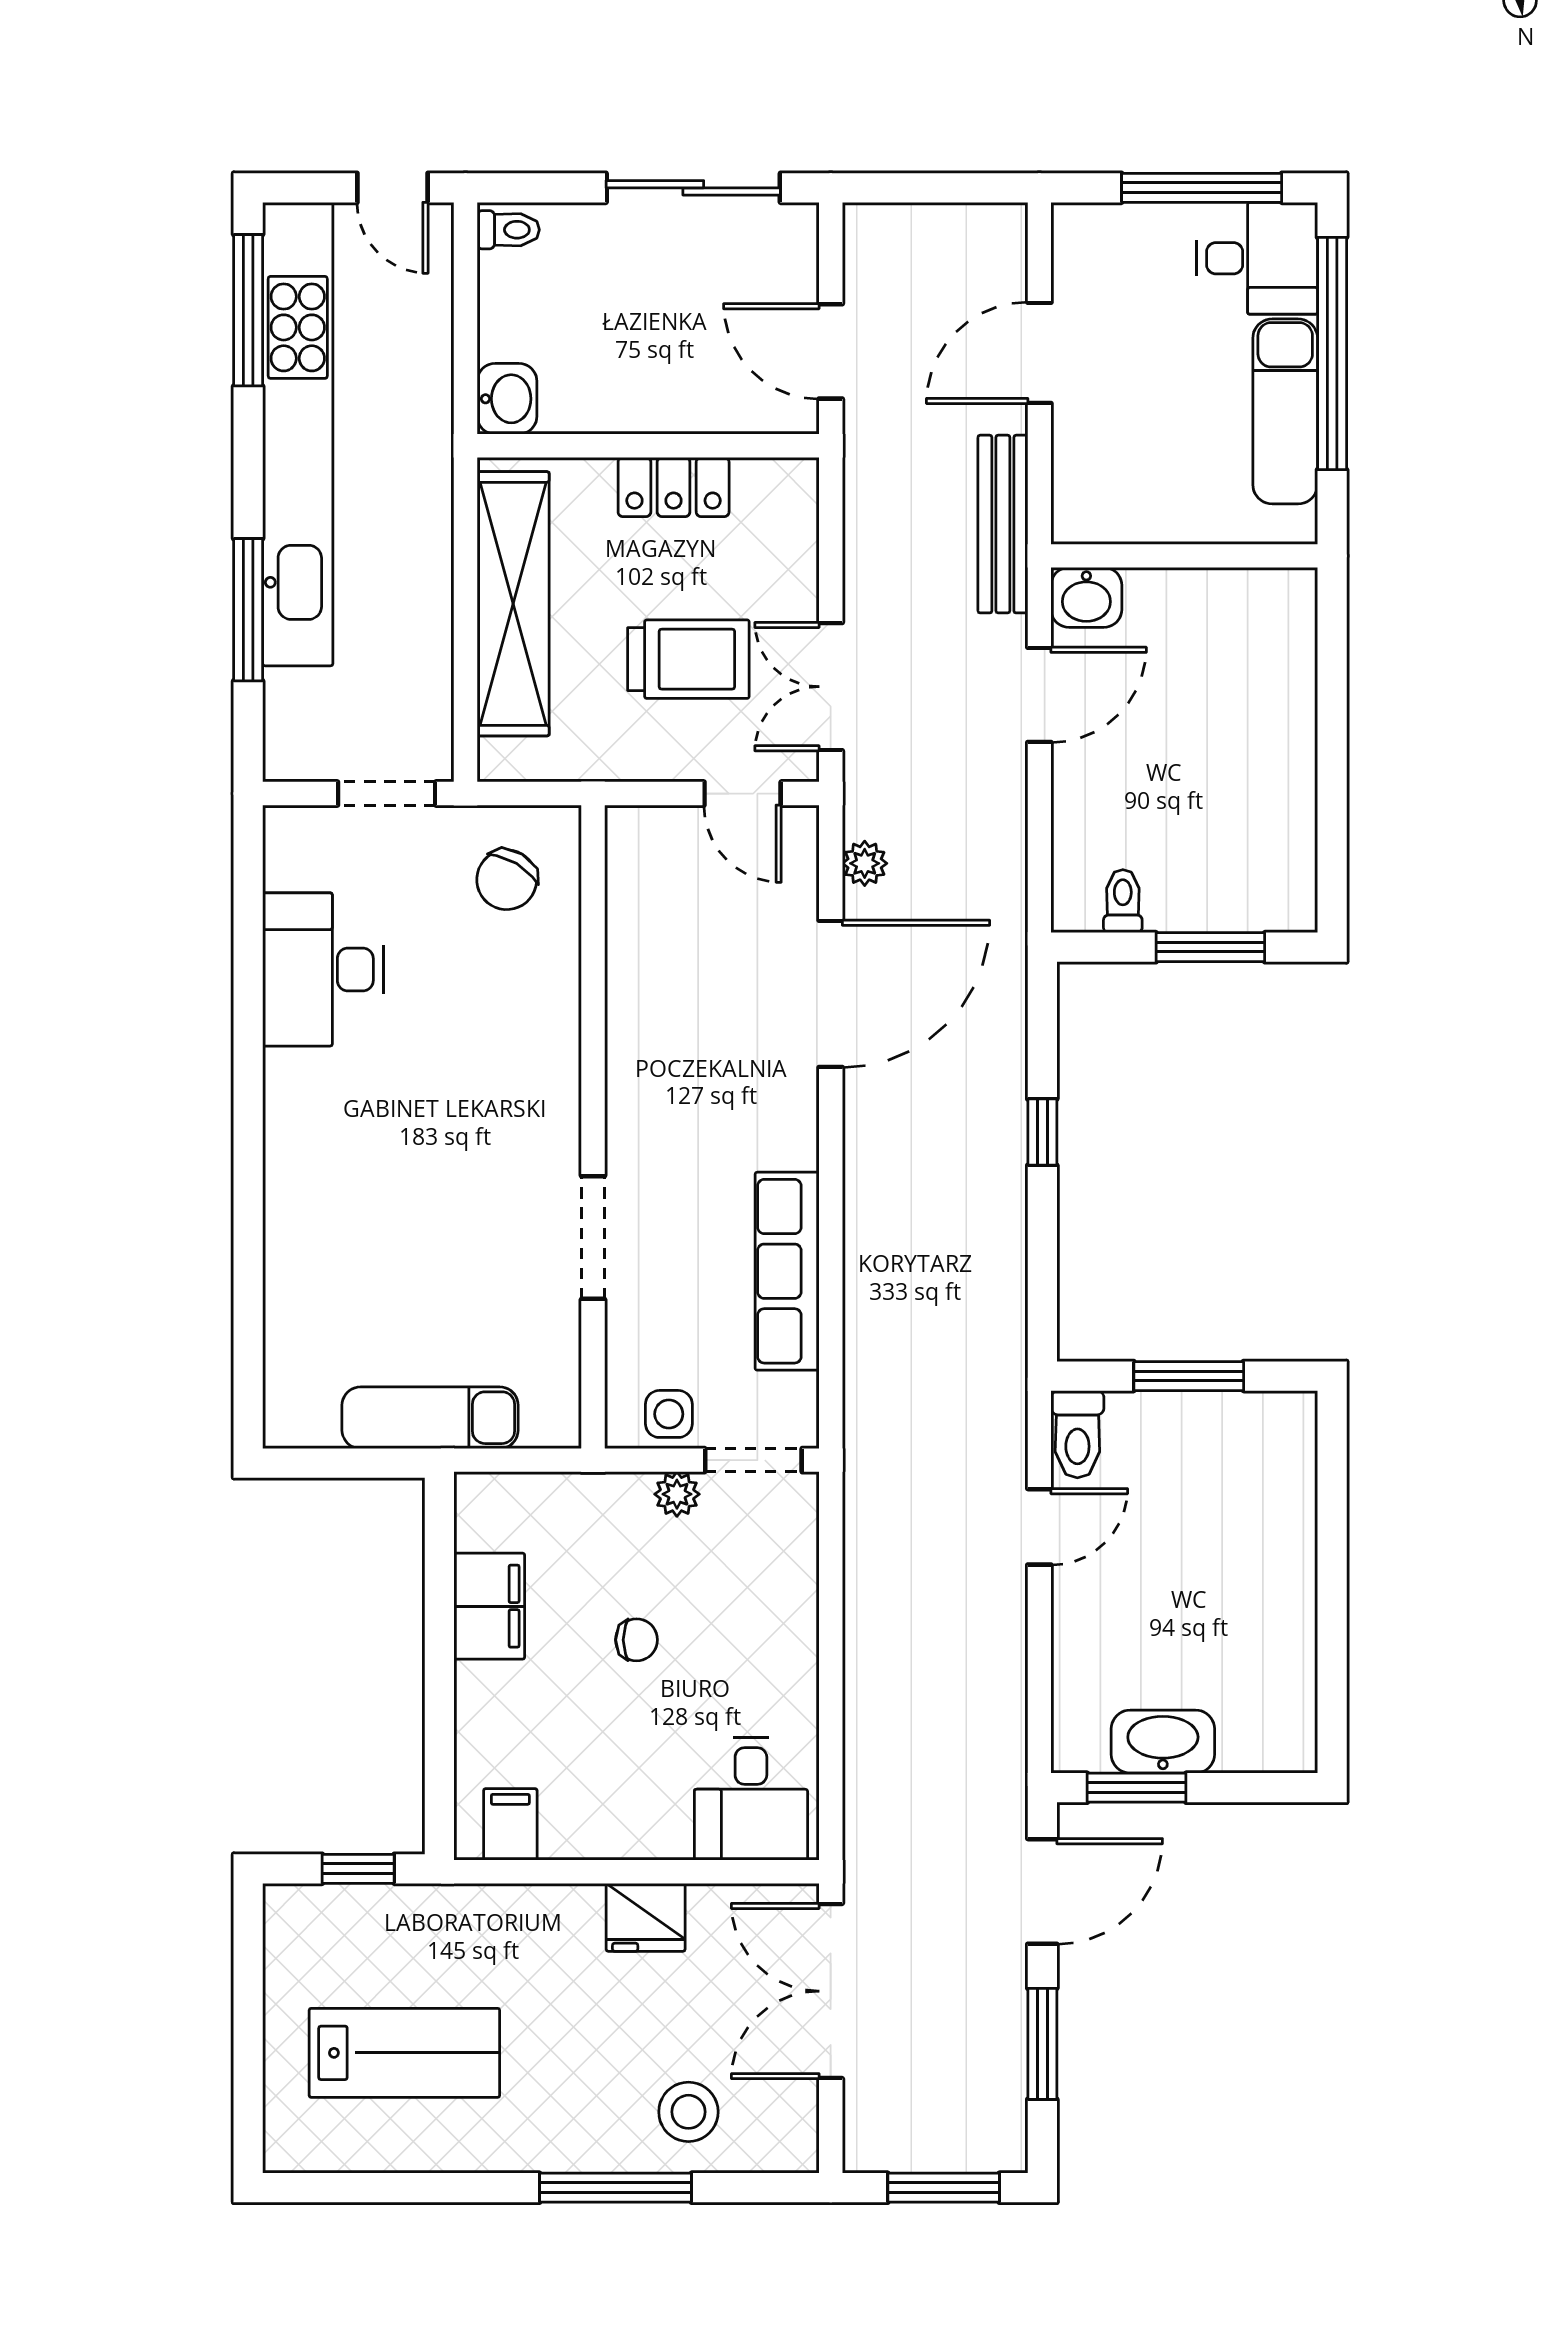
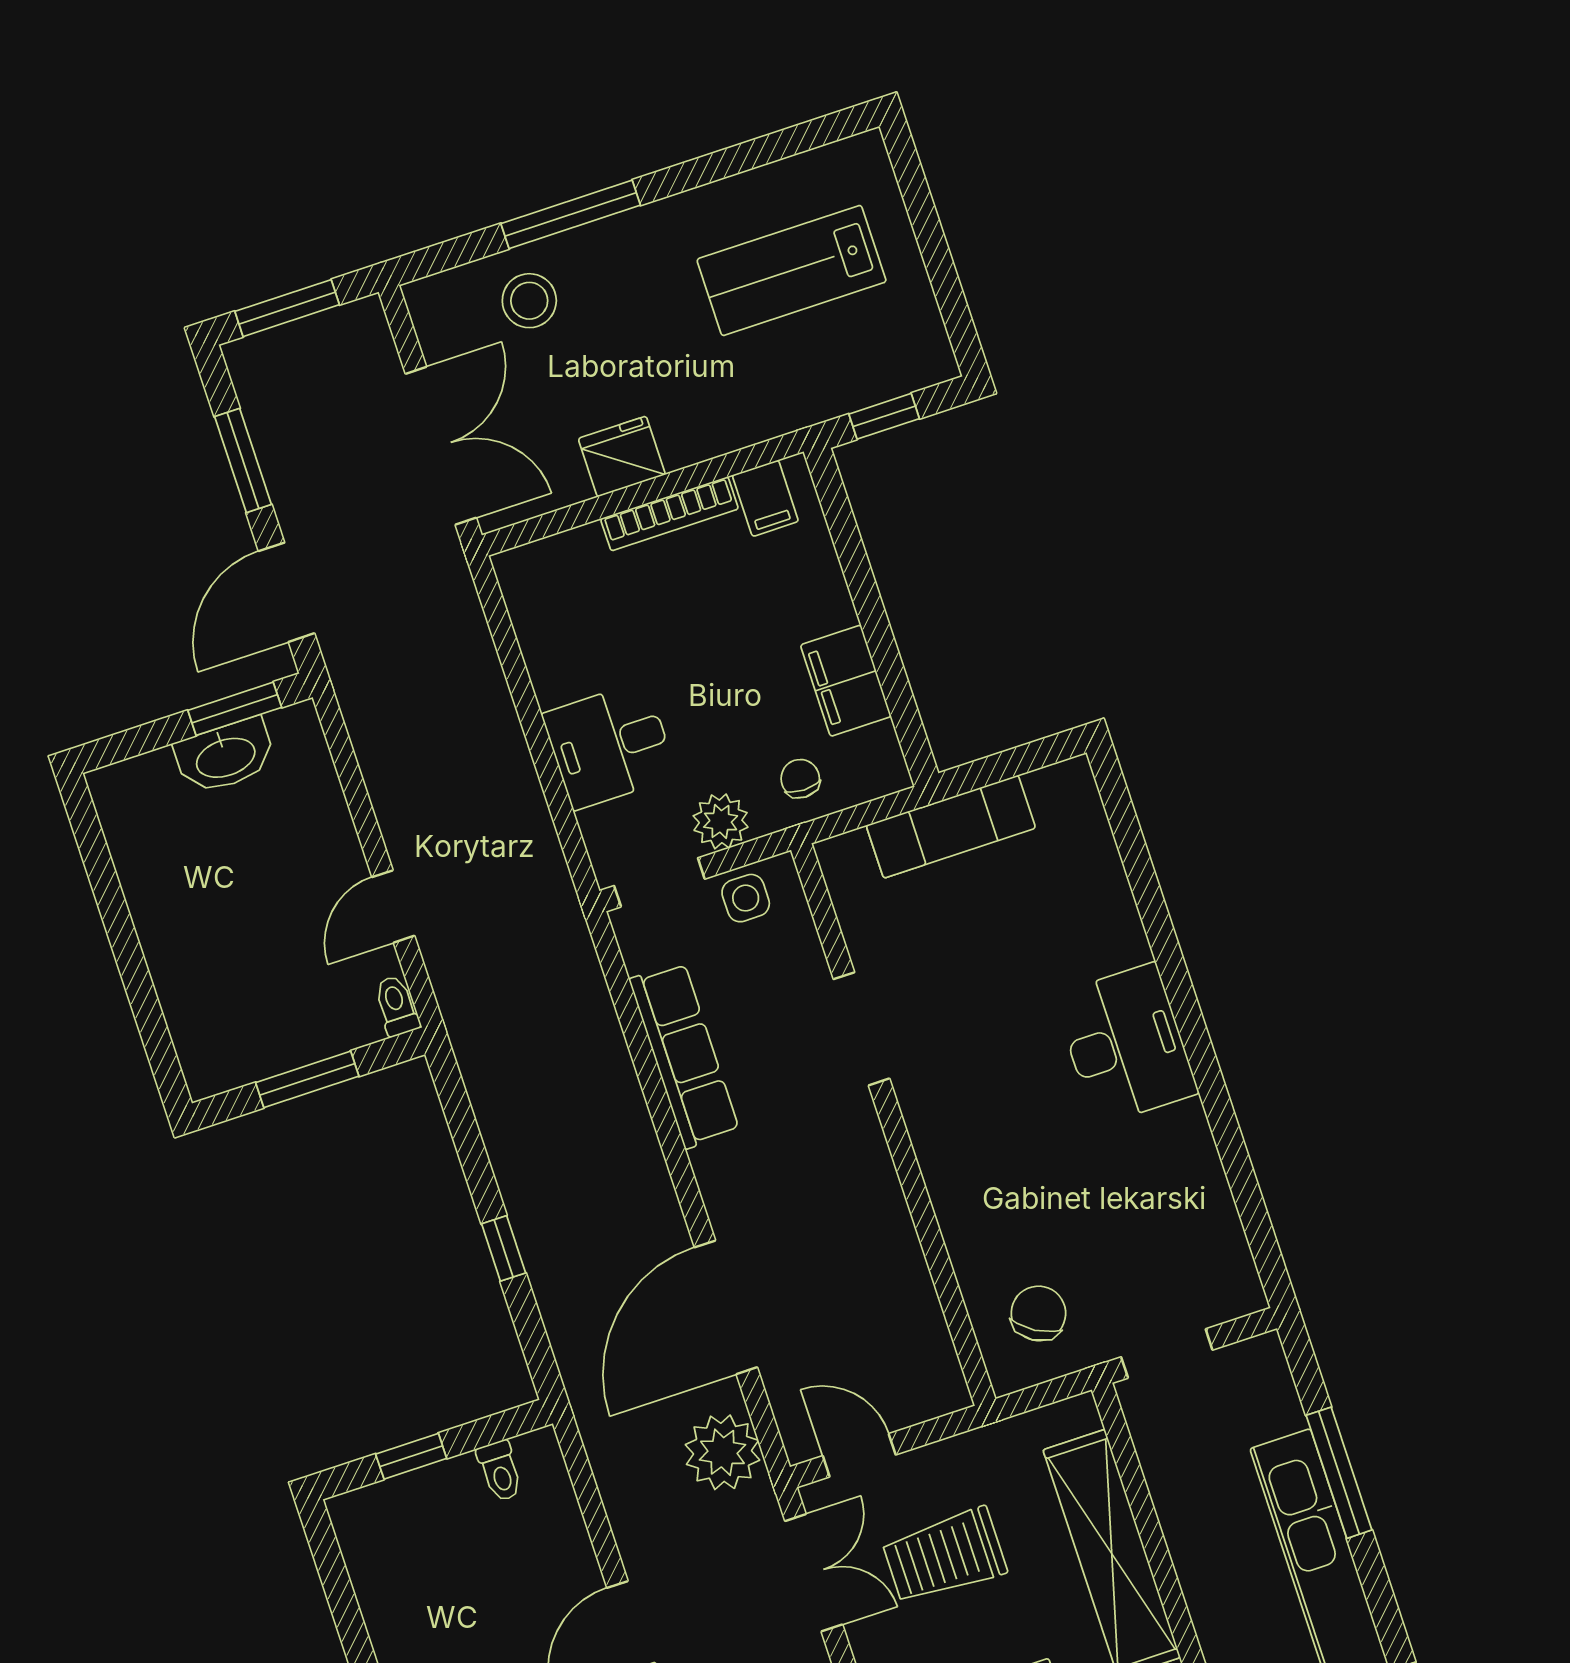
plant: (865, 863) -> (722, 1452), width x1.88, depth x1.88
window: (1210, 947) -> (411, 1456), width x0.67
desk: (323, 969) -> (1126, 1044), moved
toilet: (1077, 1434) -> (396, 1006), width x0.73, depth x0.72
plant: (677, 1494) -> (721, 821), width x1.38, depth x1.38
chair: (636, 1640) -> (800, 779), moved, turned 90
desk: (751, 1799) -> (610, 745), moved, turned -90
bookcase: (616, 1841) -> (669, 514), added

